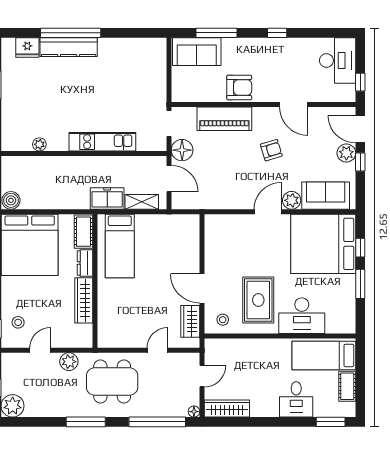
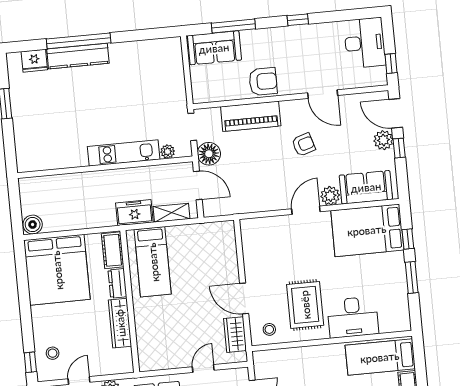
plant: (39, 144) -> (168, 152), moved
bed: (323, 244) -> (367, 230), width x0.73

